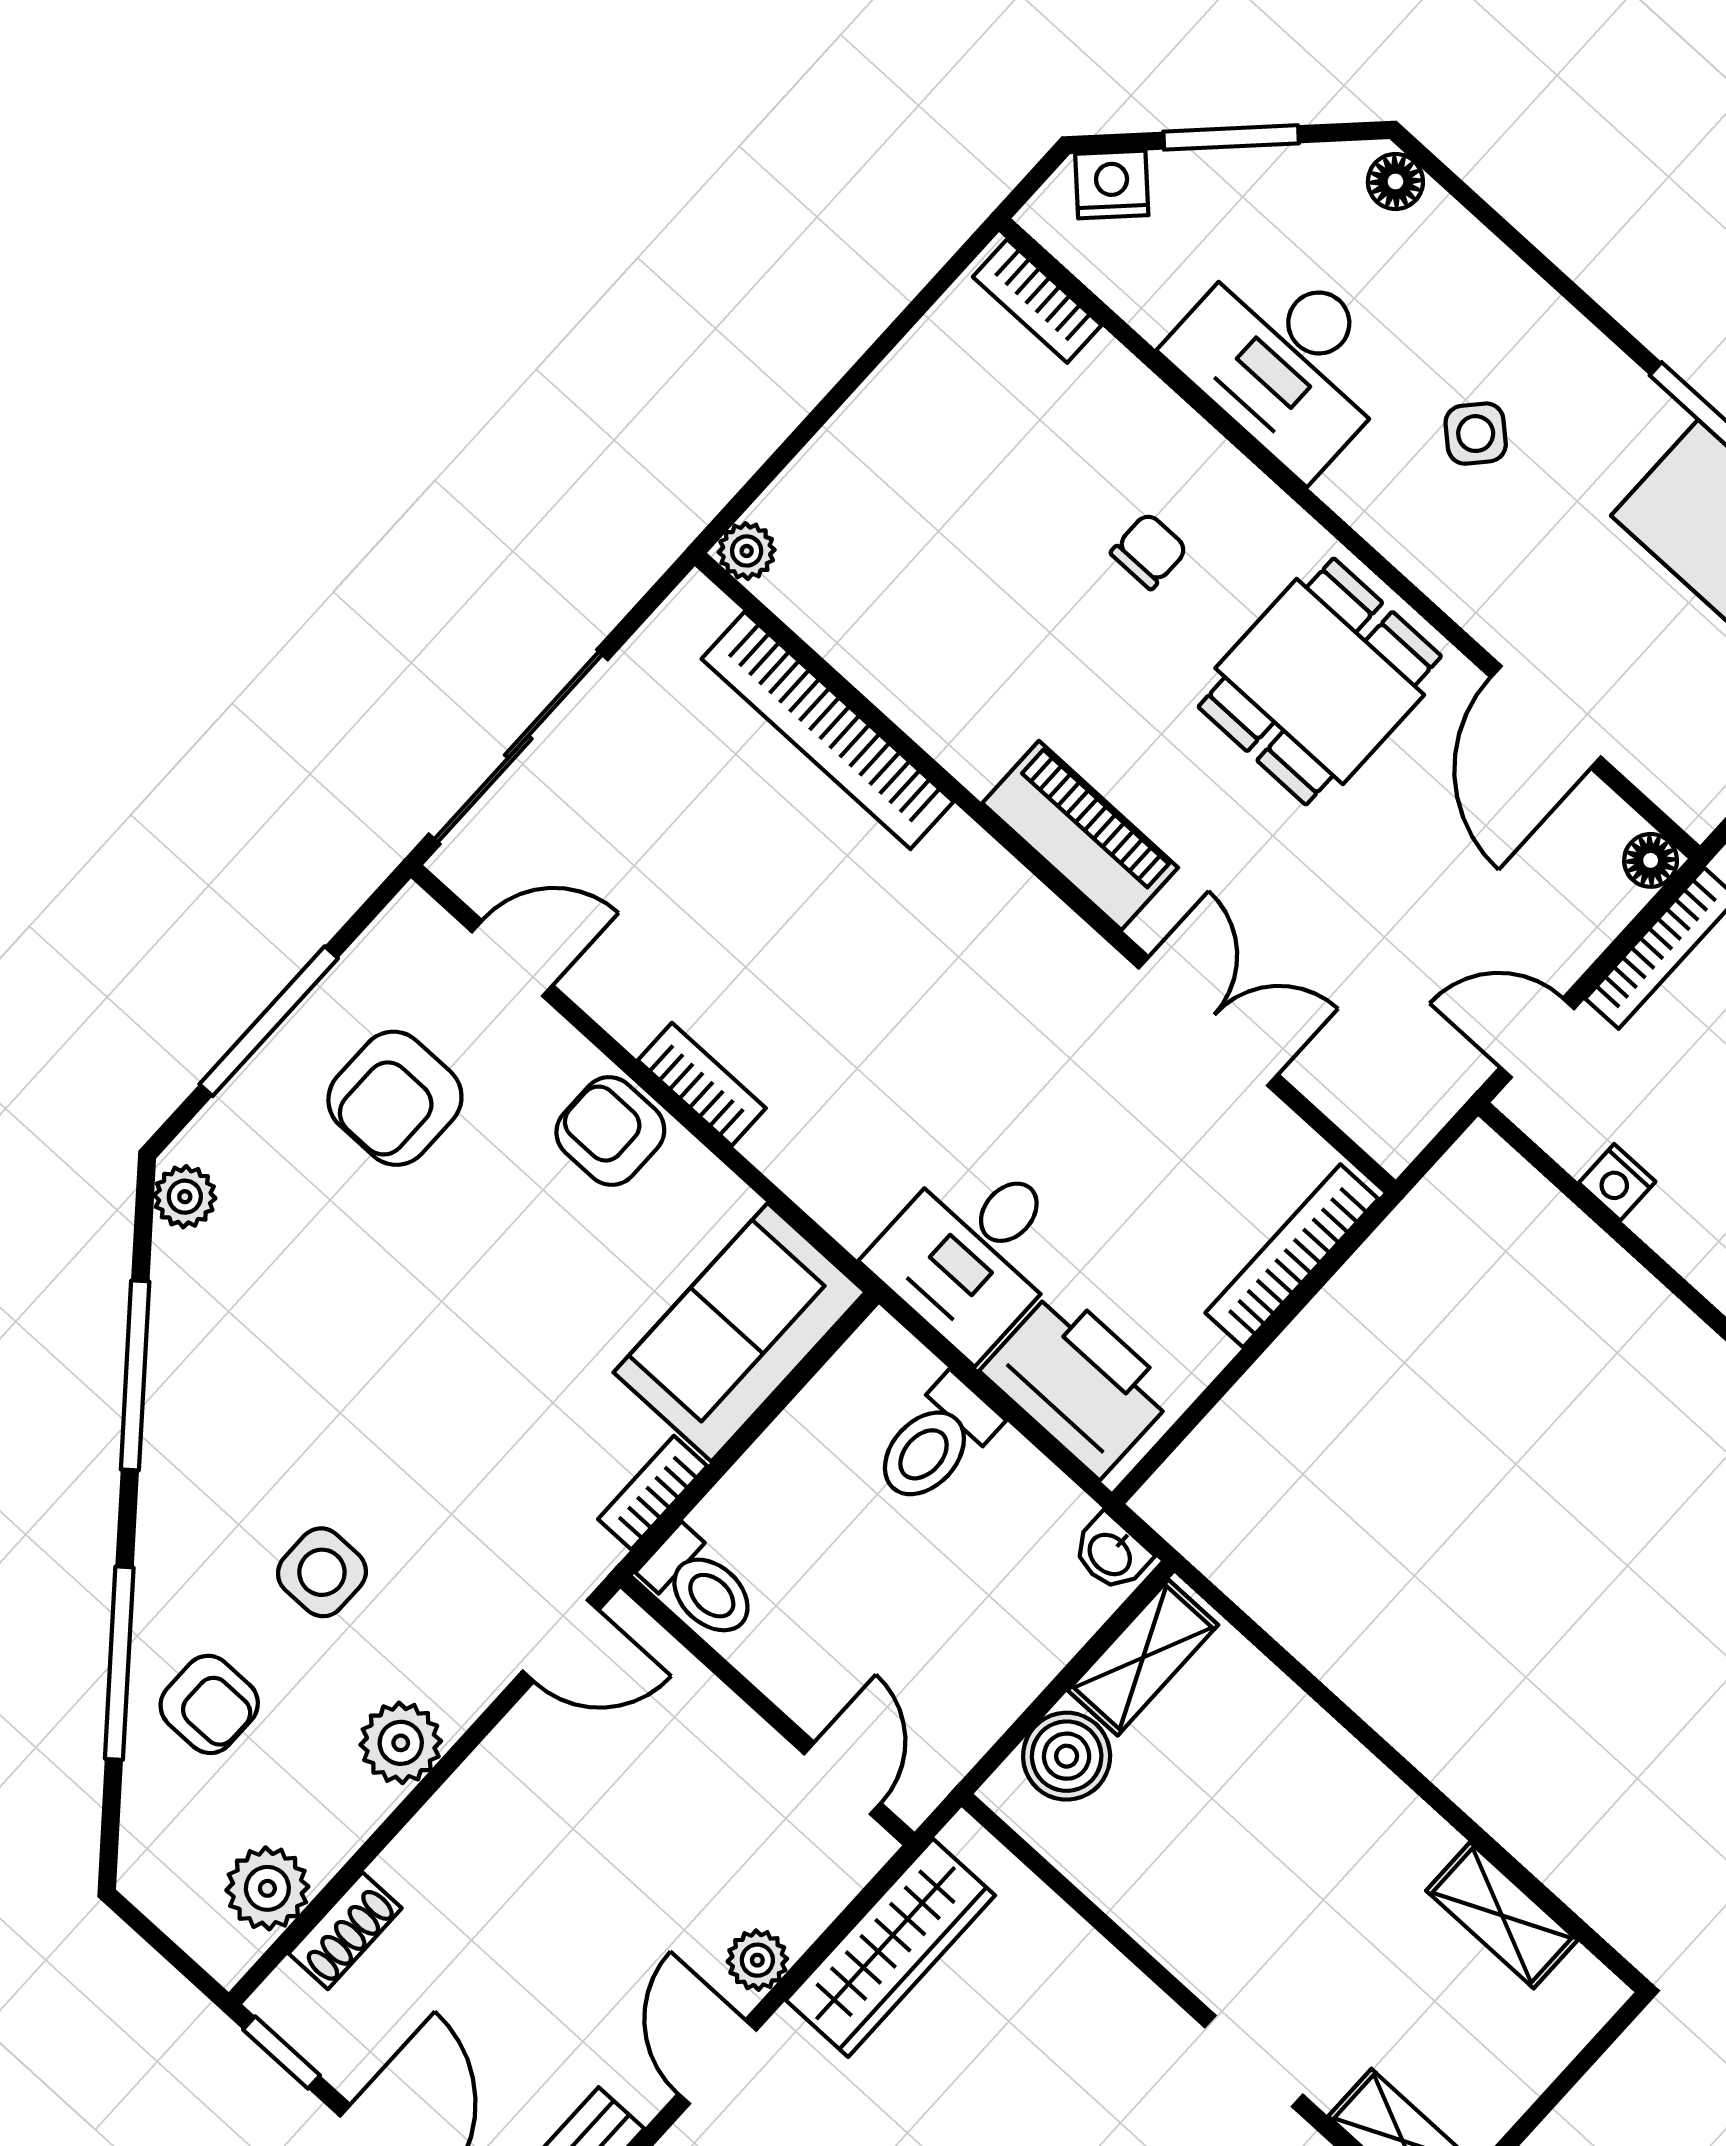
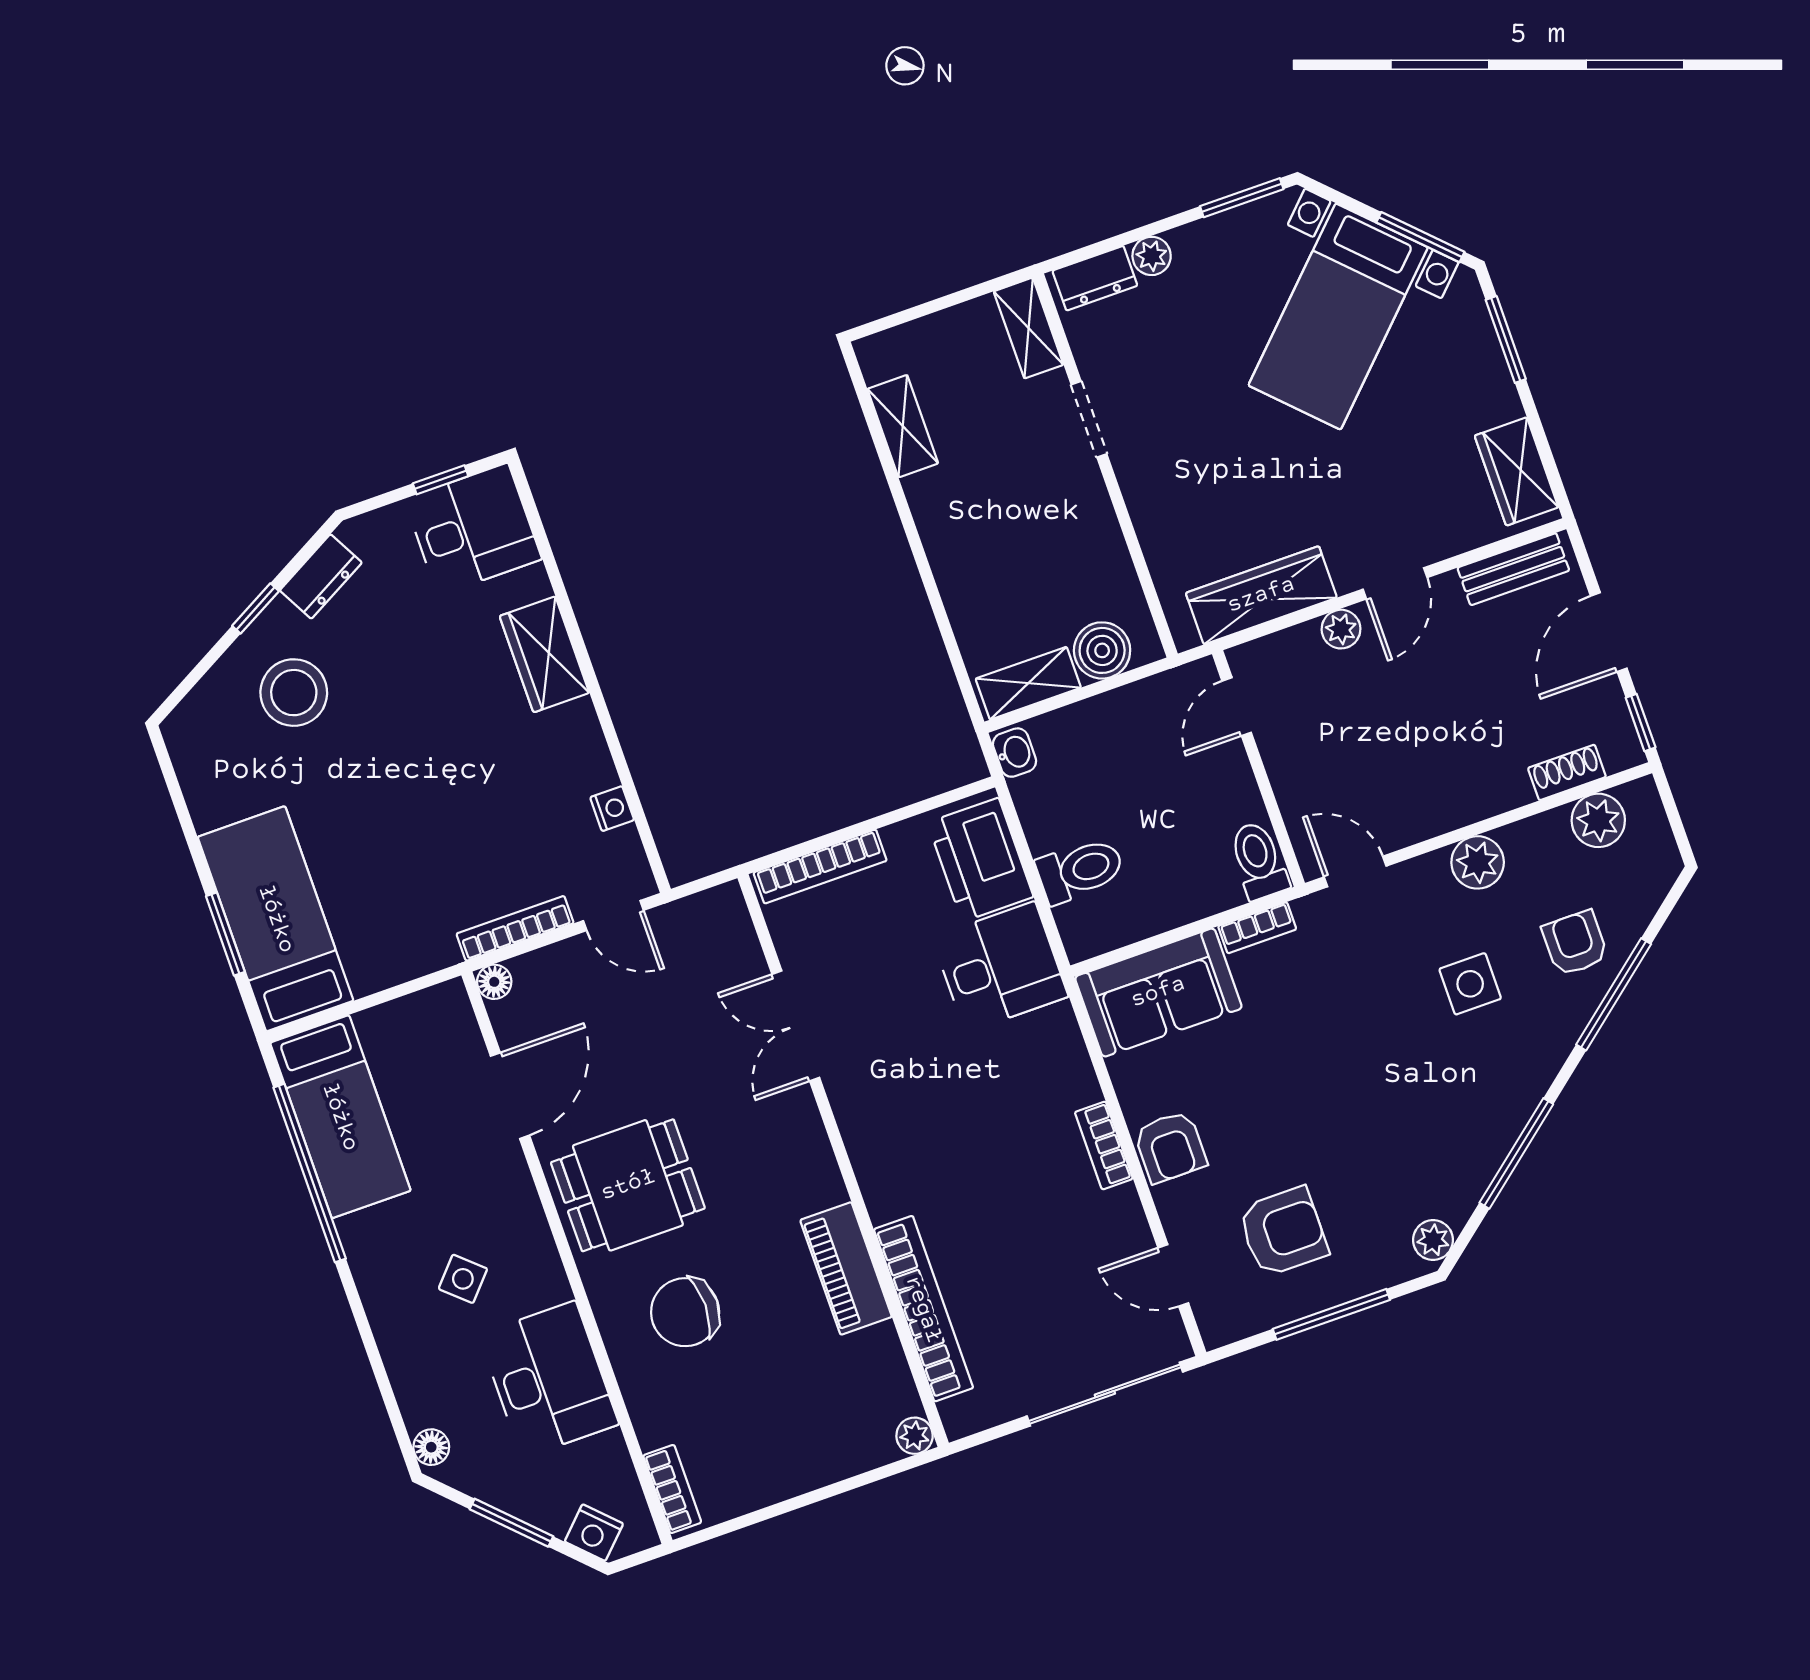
chair: (1149, 551) -> (685, 1312), width x1.87, depth x1.87
piano: (1080, 835) -> (846, 1268), moved

